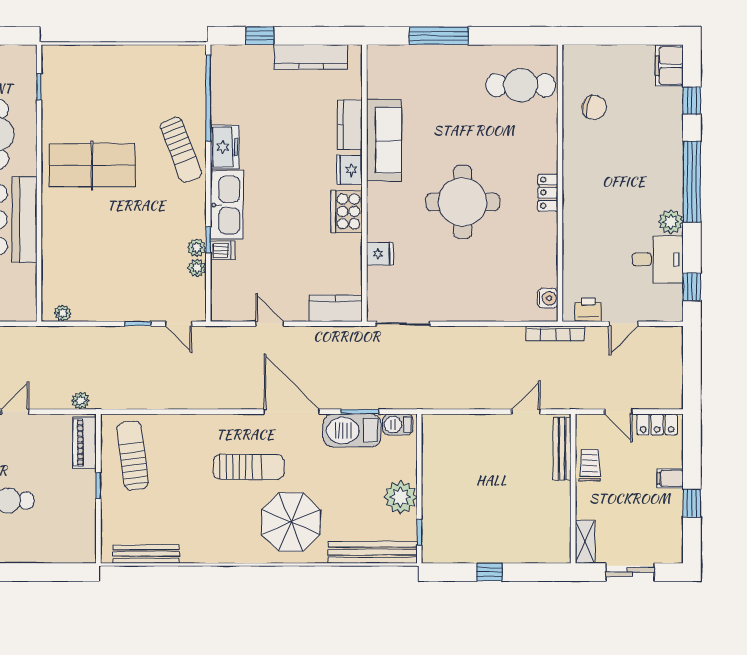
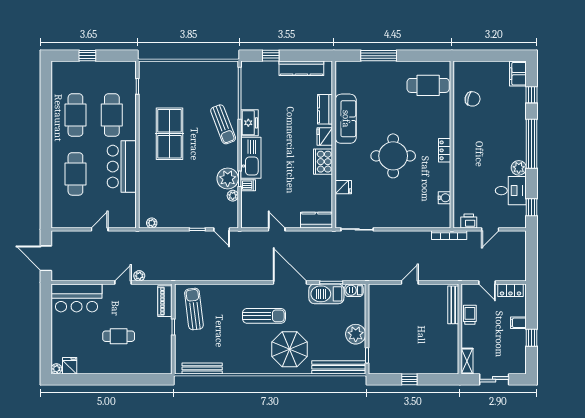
table tennis table: (92, 165) -> (169, 134), turned 90
plant: (197, 248) -> (228, 179), width x1.88, depth x1.88
water cooler: (548, 298) -> (444, 198), moved
plant: (80, 401) -> (139, 276), moved
door: (526, 412) -> (410, 282), moved

